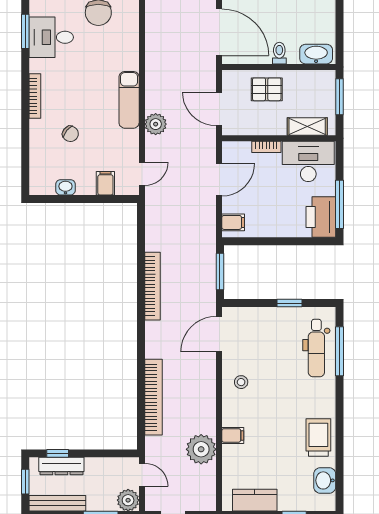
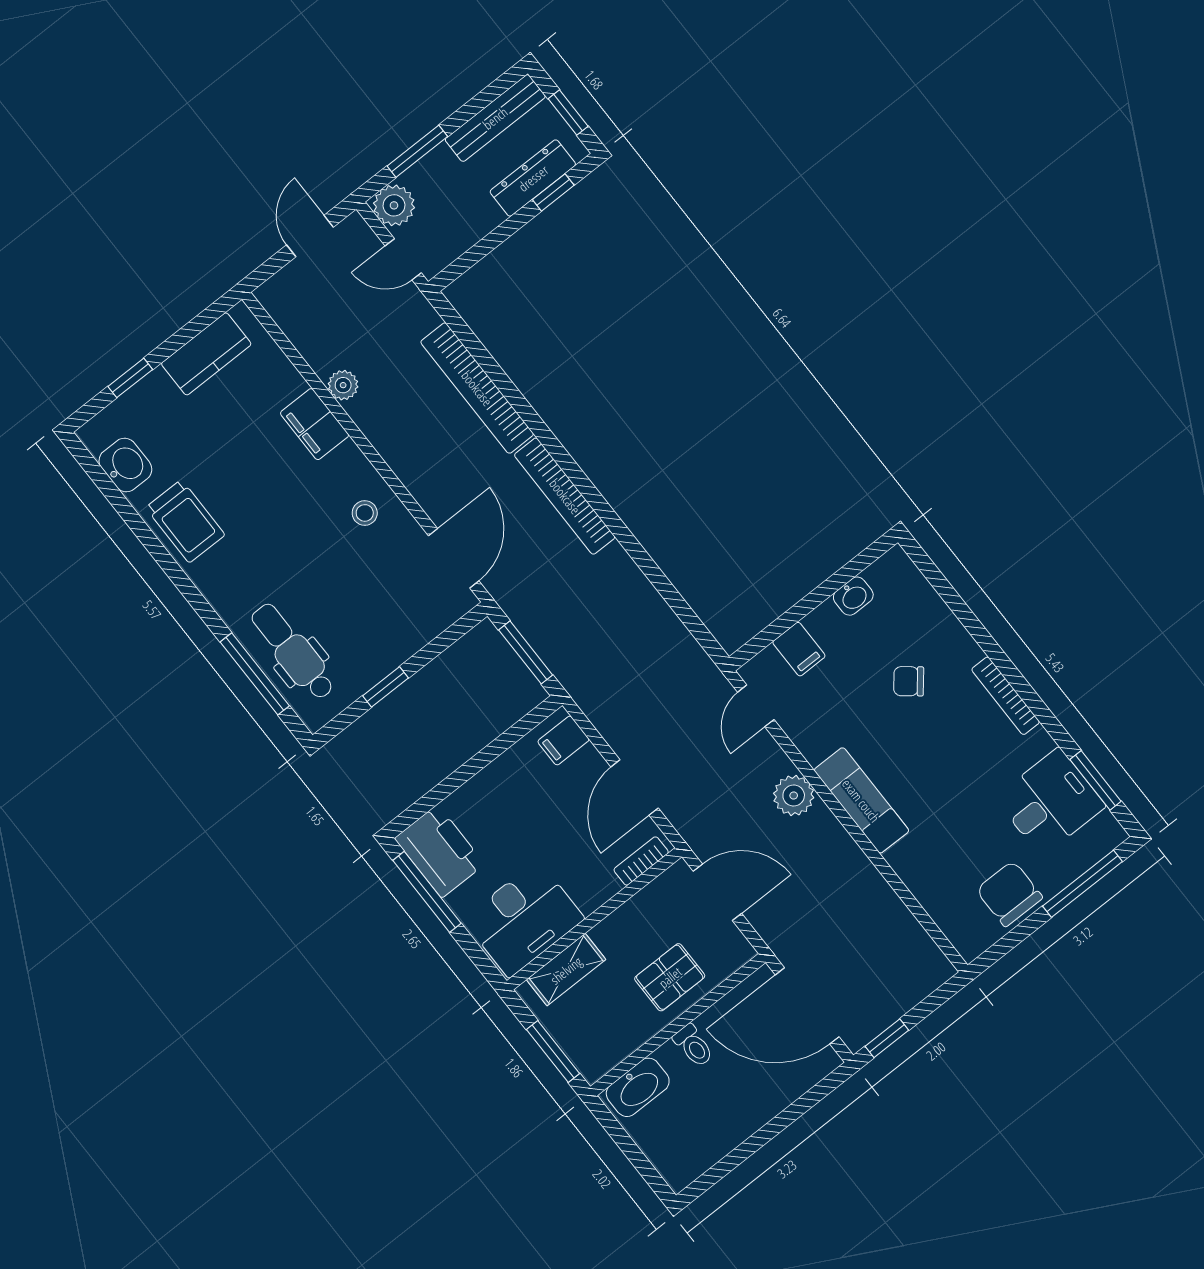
bookcase: (266, 147) -> (641, 861), moved
bookcase: (153, 286) -> (565, 496), moved
filing cabinet: (233, 435) -> (315, 424), width x2.00
plant: (201, 449) -> (343, 385), width x0.53, depth x0.53

